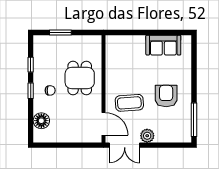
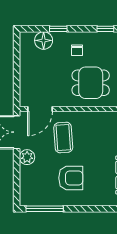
window: (31, 91) -> (58, 29), moved

